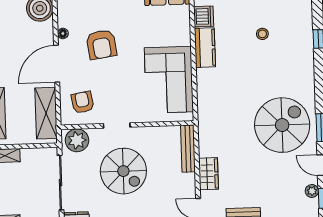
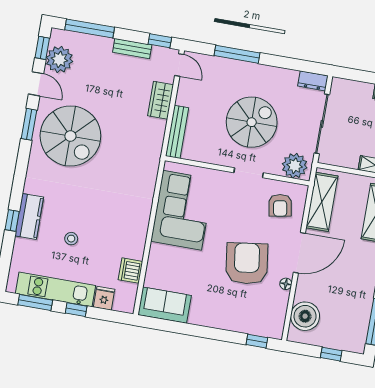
armchair: (101, 44) -> (247, 263), width x1.36, depth x1.36
kitchen counter: (205, 48) -> (29, 216), moved, turned 180
spiral stairs: (282, 125) -> (70, 136), turned -90
spiral stairs: (123, 171) -> (252, 122), turned 90
plant: (312, 191) -> (59, 59), width x1.87, depth x1.87

